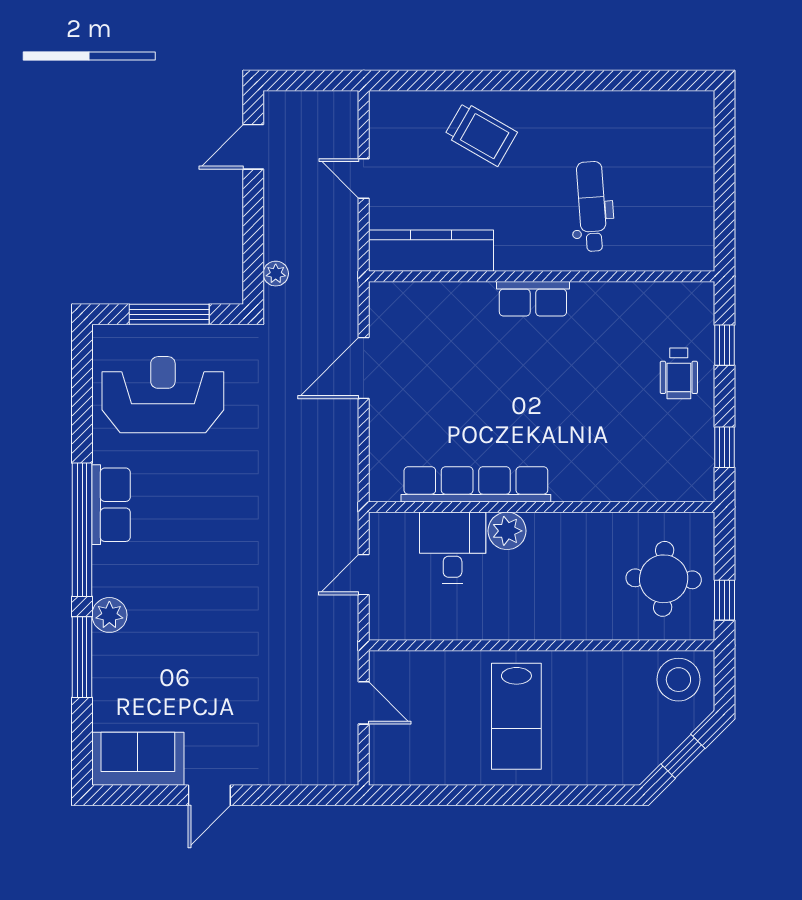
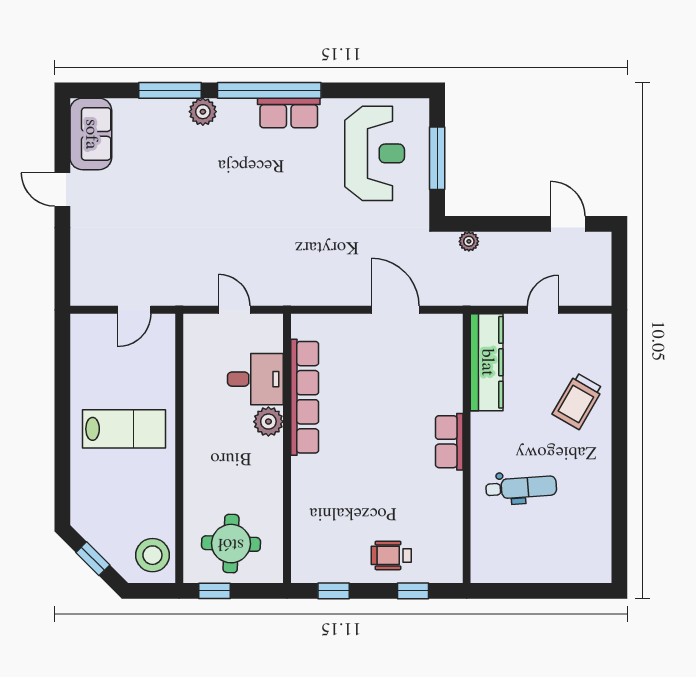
lab bench: (516, 716) -> (124, 429), turned 180

